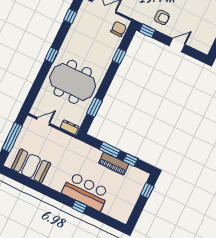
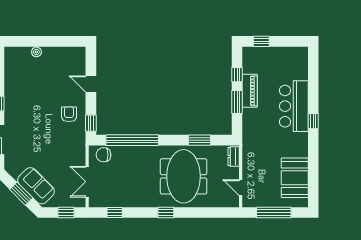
window: (119, 56) -> (132, 140), width x3.17
window: (79, 207) -> (313, 121), moved

